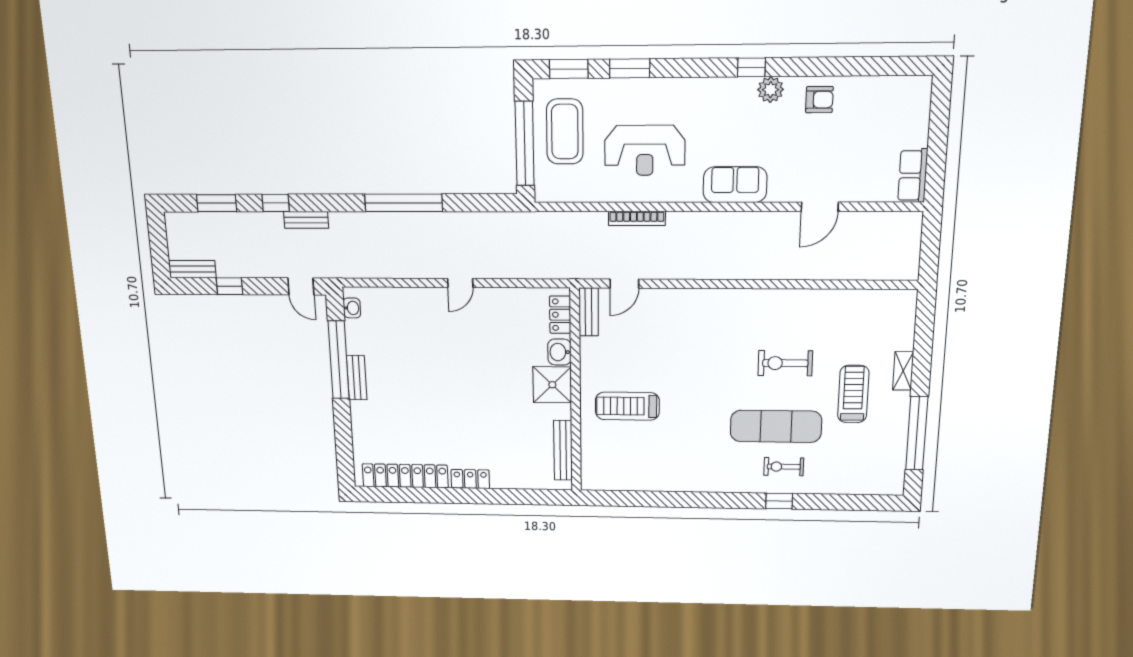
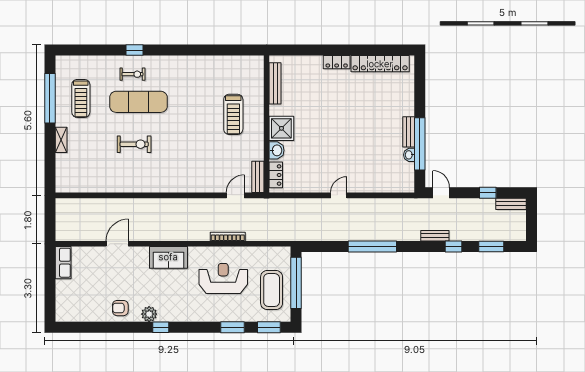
washbasin: (352, 308) -> (409, 155), moved
treadmill: (853, 394) -> (81, 98), moved
treadmill: (627, 406) -> (233, 114), turned 90

